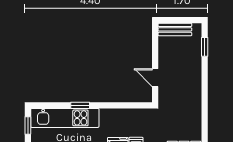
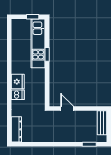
door: (155, 78) -> (67, 109), hinge flipped

